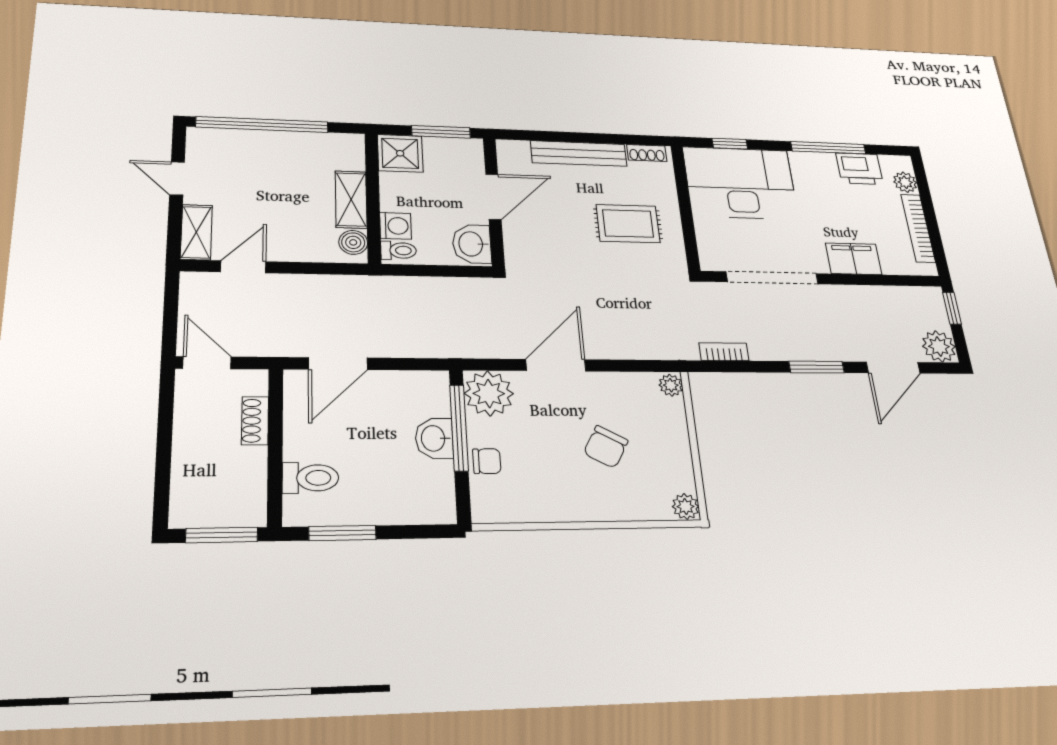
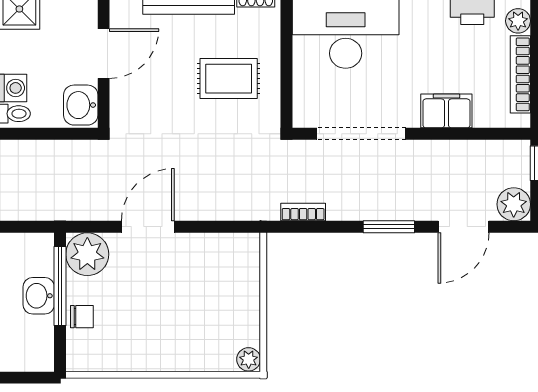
plant: (671, 385) -> (249, 246), removed
chair: (606, 447) -> (185, 304), removed

